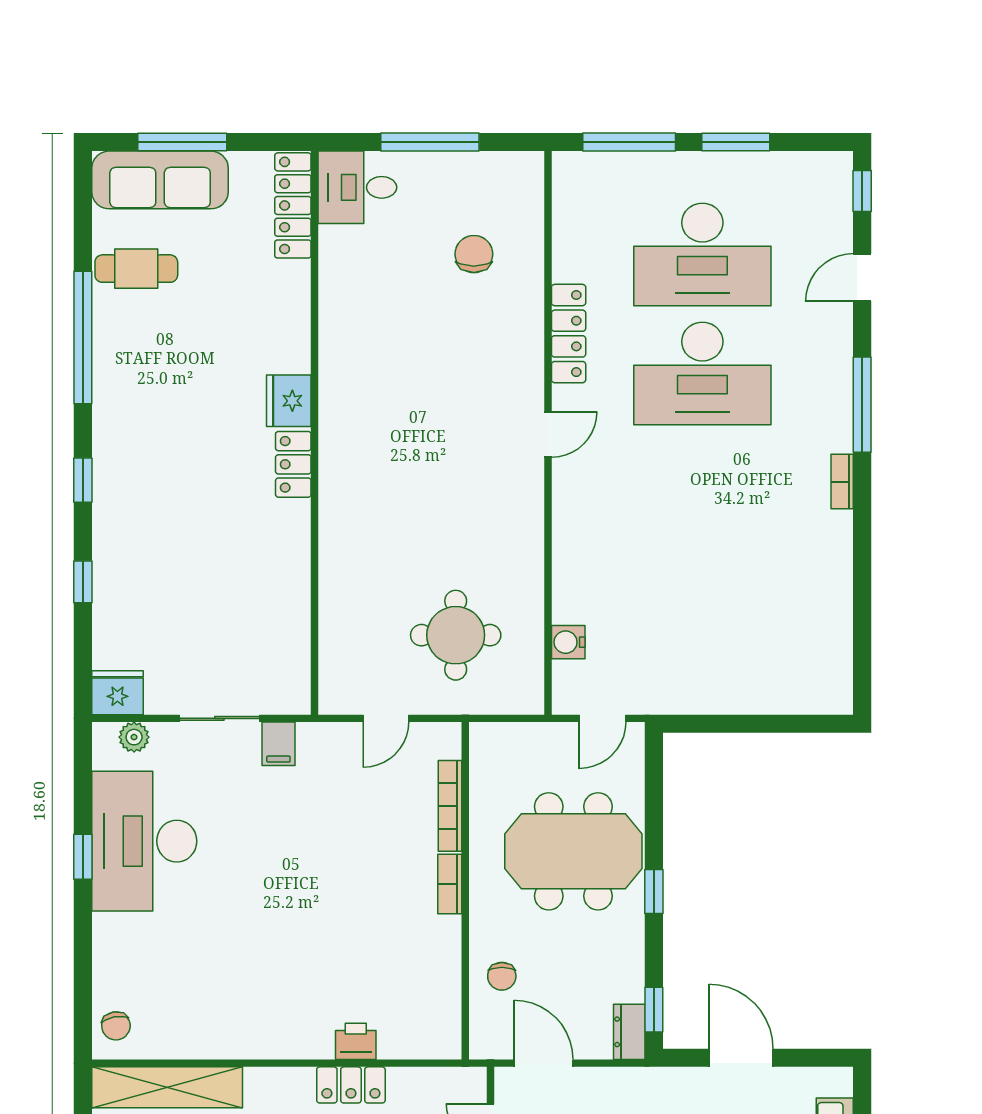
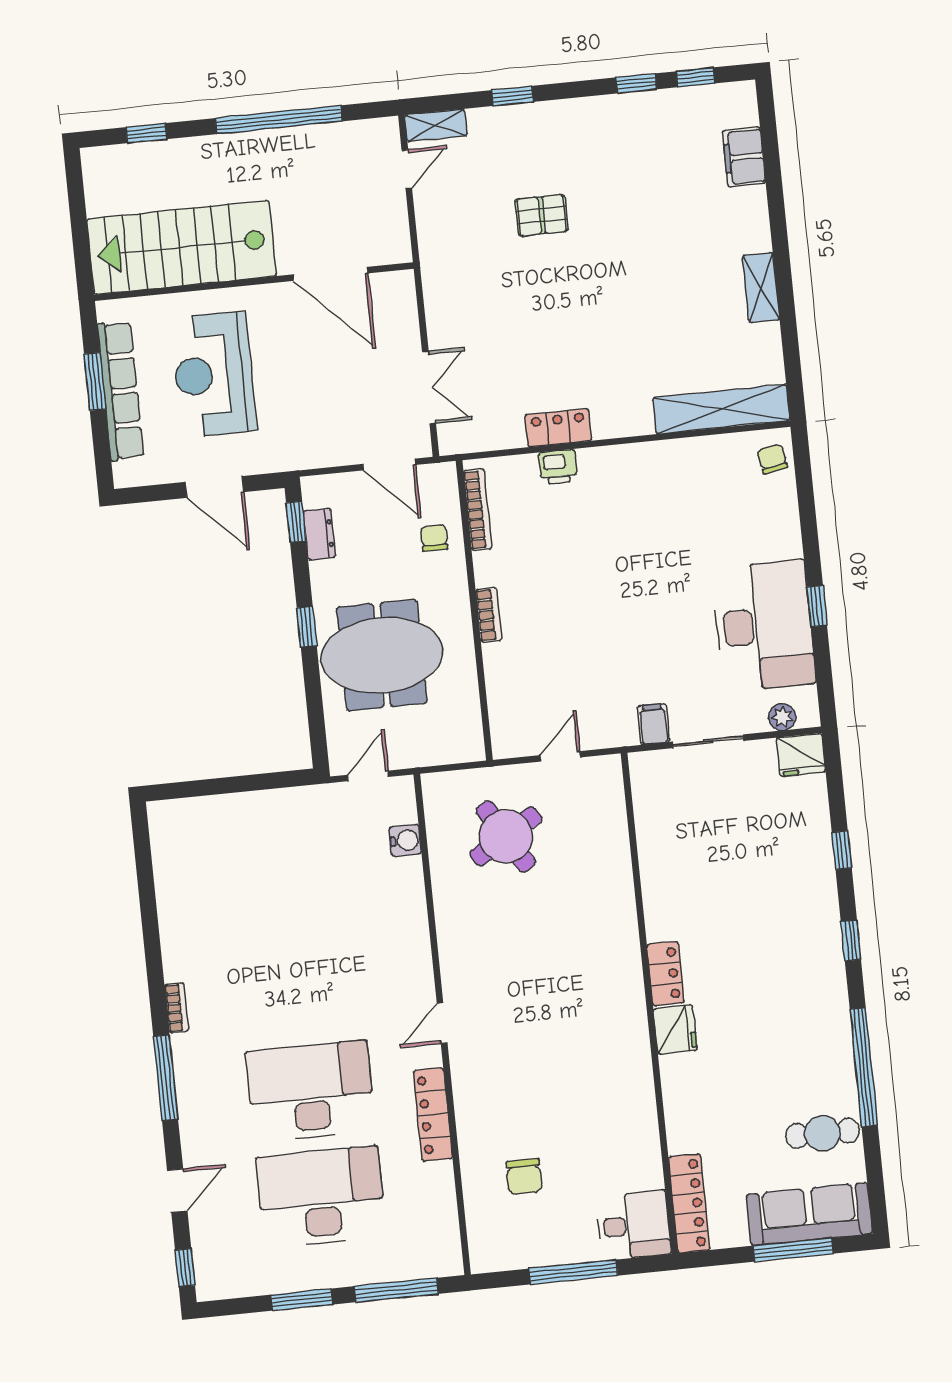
round table: (456, 635) -> (506, 836), turned -31
bookcase: (450, 806) -> (478, 510), moved
dresser: (629, 1032) -> (319, 534), moved

